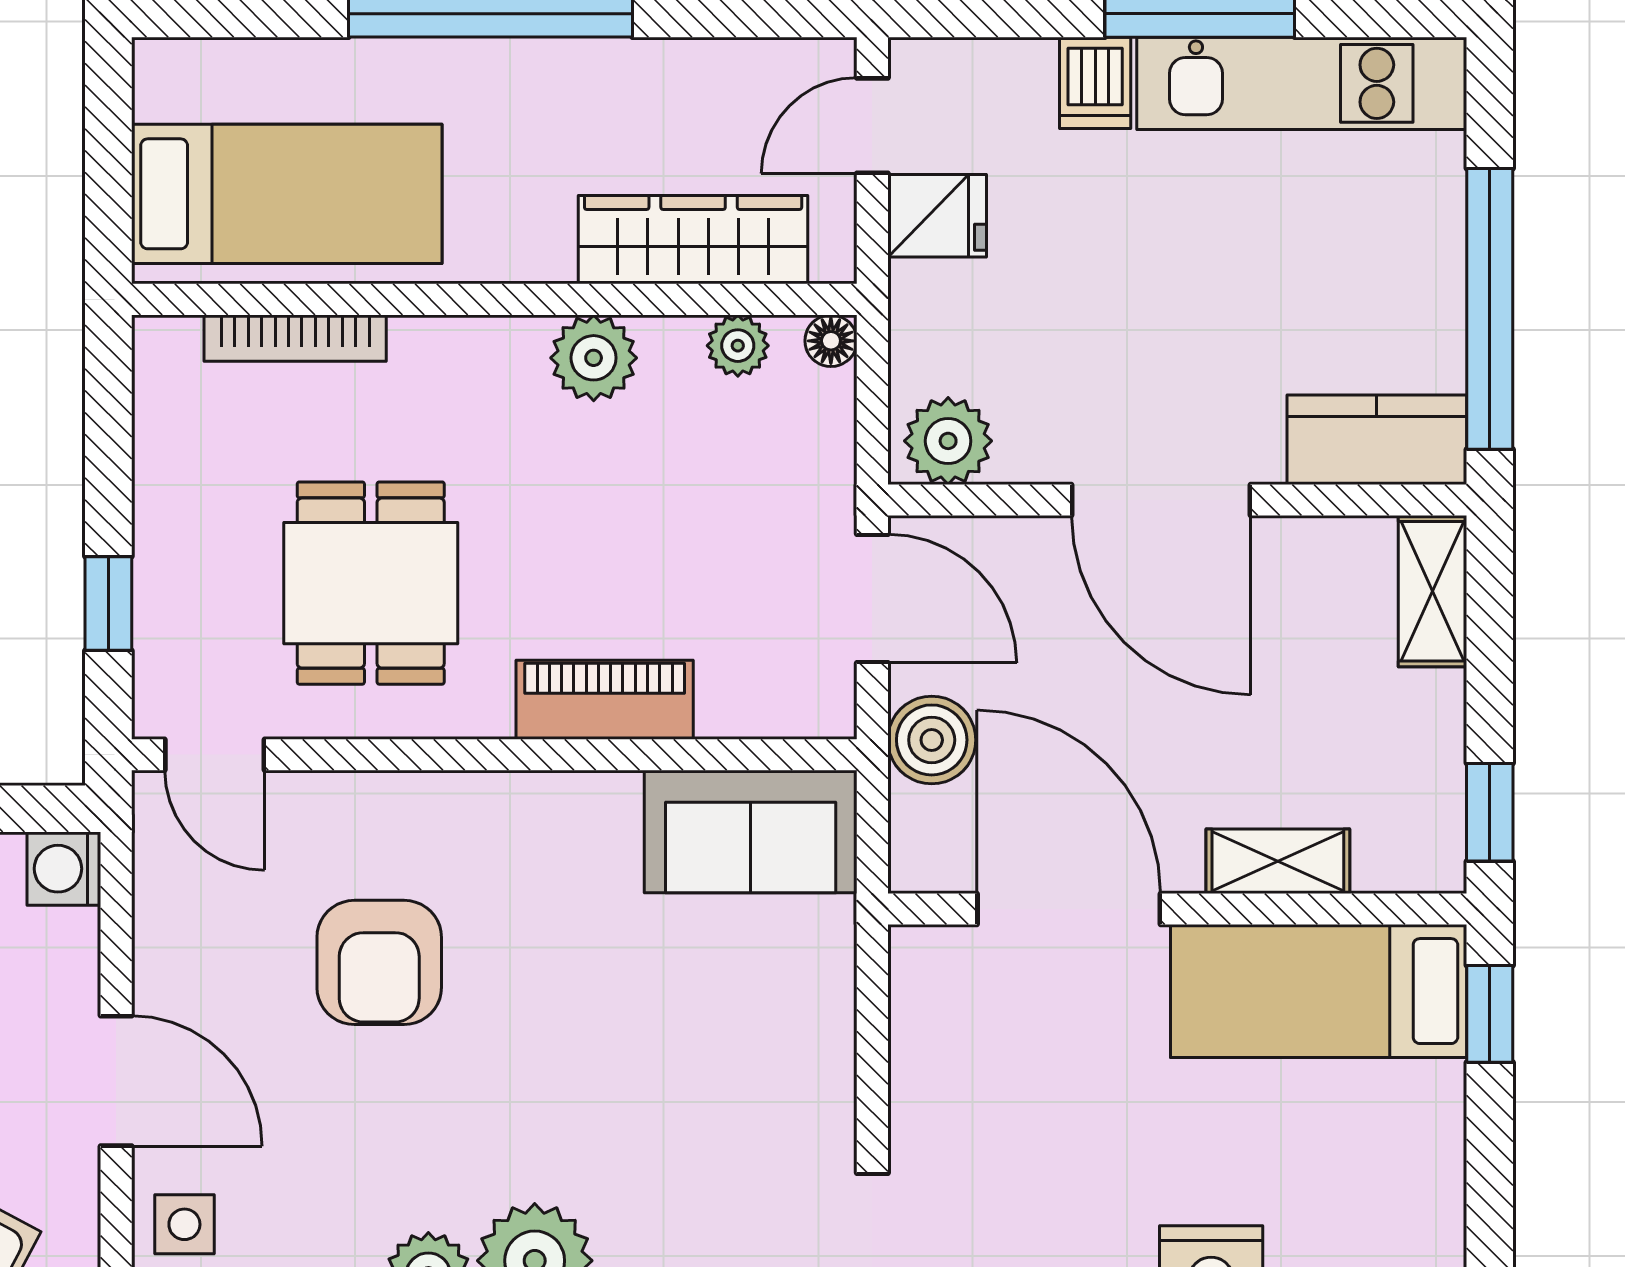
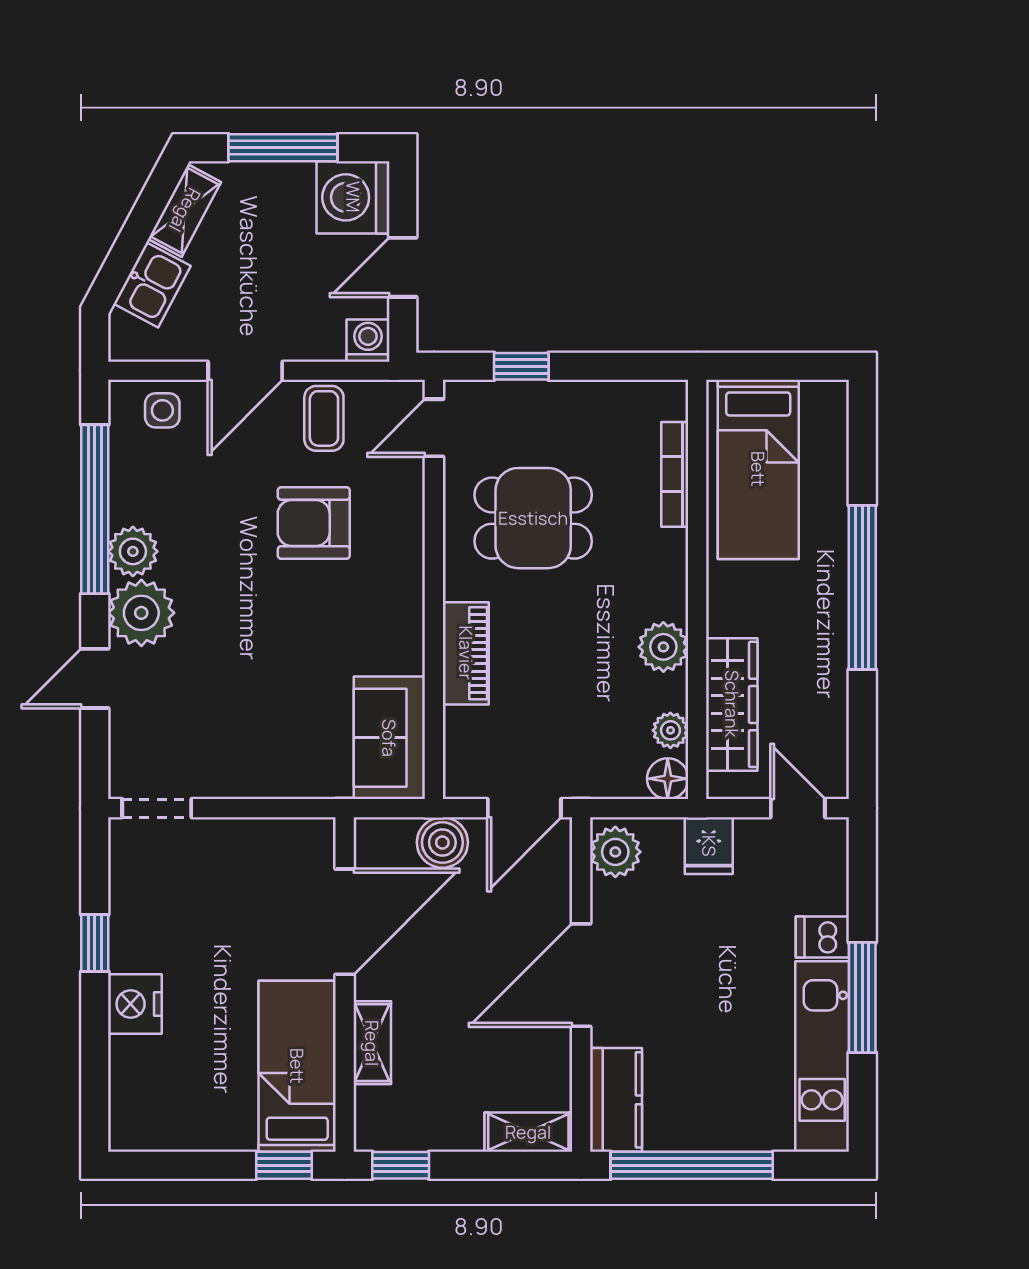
fridge: (937, 216) -> (709, 846), moved
floor lamp: (831, 341) -> (668, 779), width x1.37, depth x1.37
coffee table: (198, 945) -> (324, 418), added

